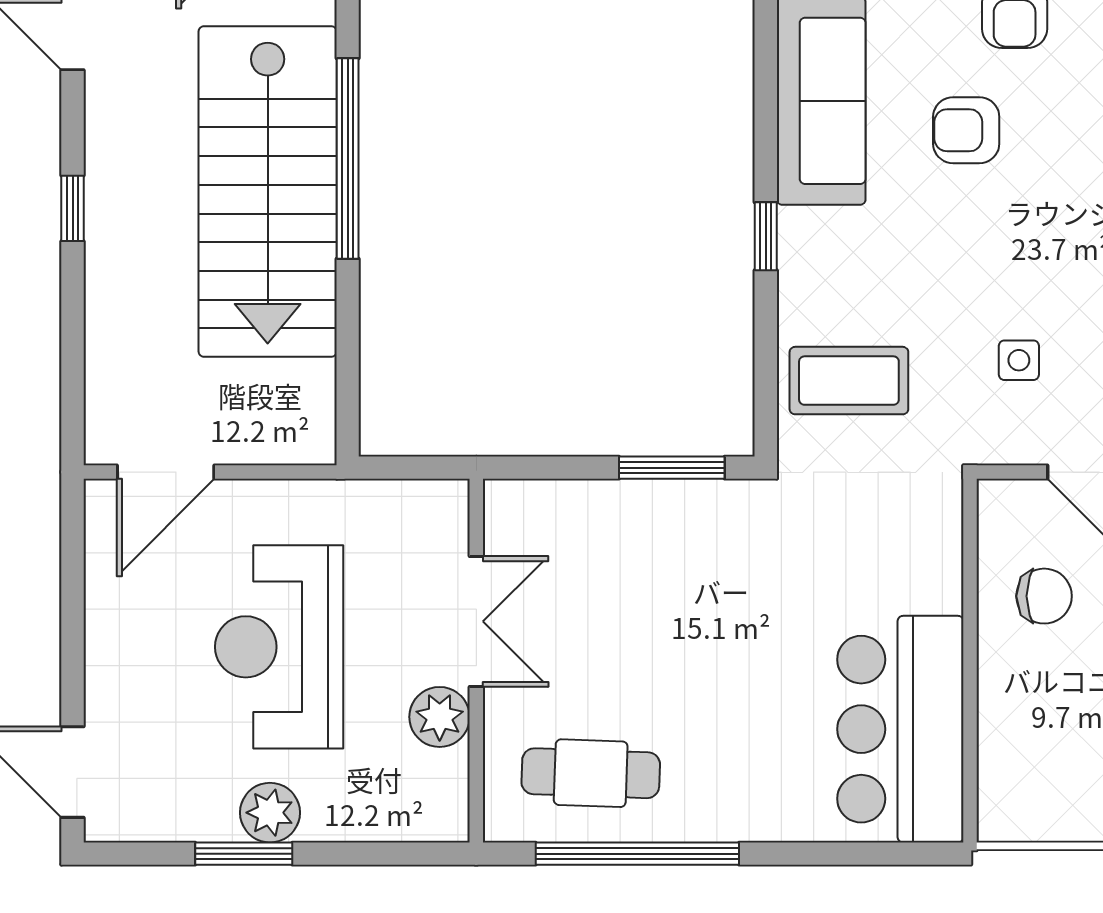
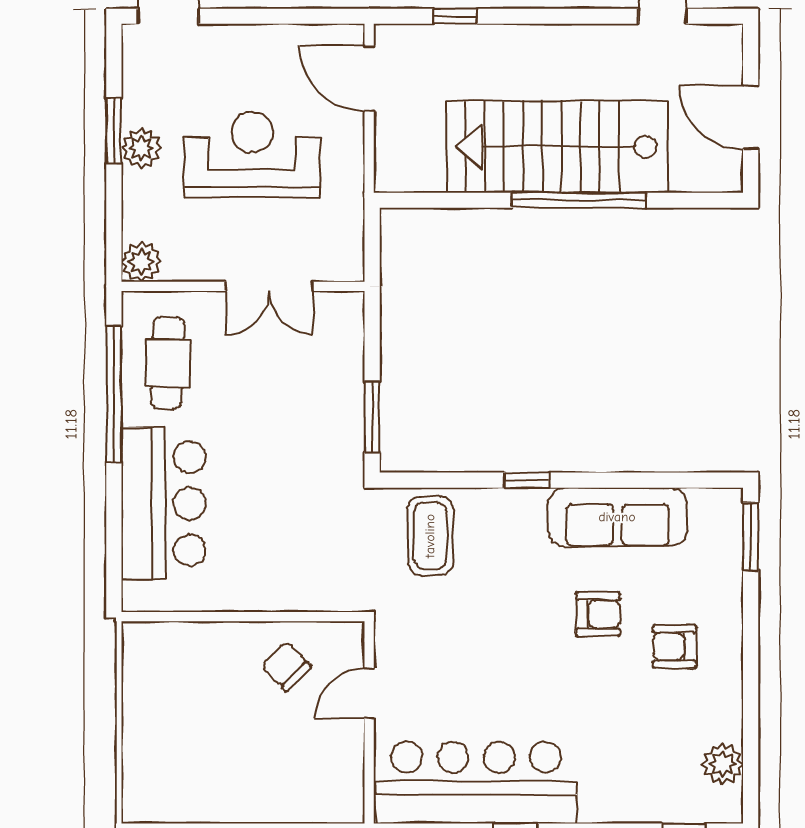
armchair: (966, 130) -> (598, 614), turned 90
window: (73, 208) -> (455, 16), moved
side table: (1019, 360) -> (444, 649), removed
chair: (1044, 596) -> (286, 666), turned 135
plant: (440, 717) -> (141, 262), moved
bar counter: (900, 729) -> (163, 504), moved, turned 90

